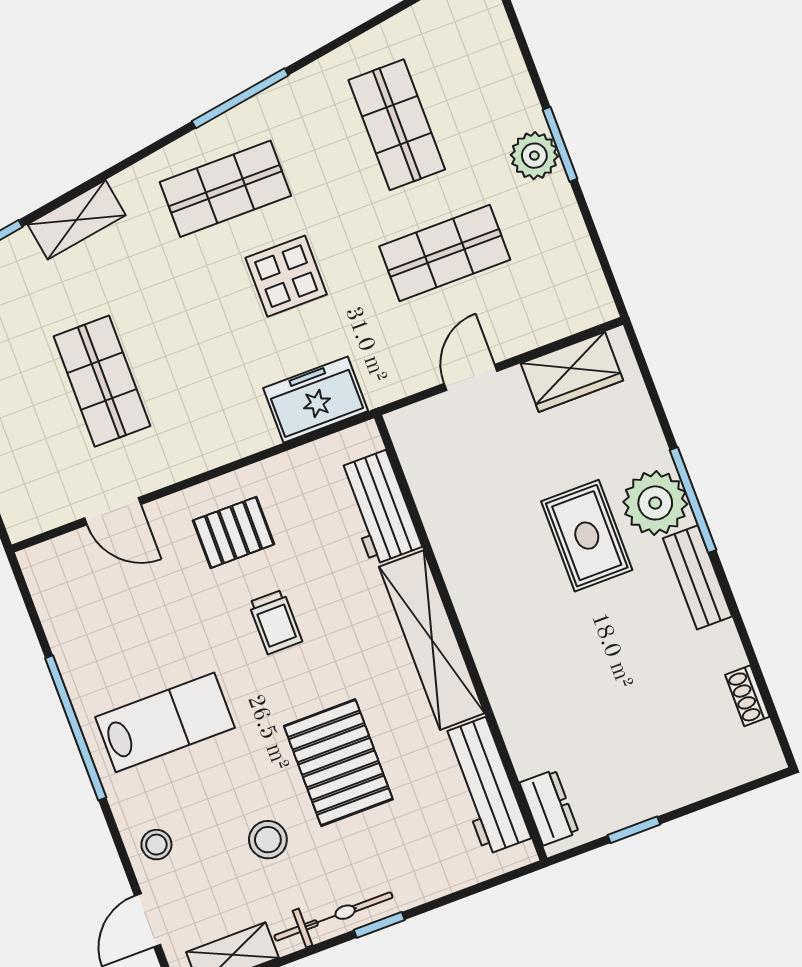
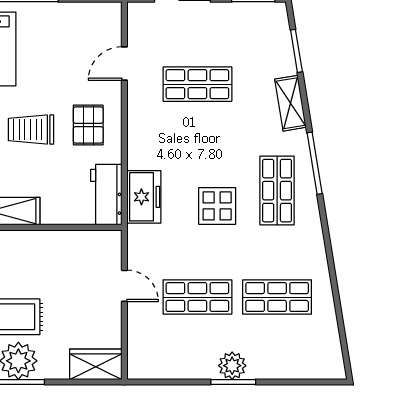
window: (240, 98) -> (315, 163), moved
shop shelf: (445, 253) -> (197, 297), turned 90
wardrobe: (572, 372) -> (96, 364), moved, turned 90
workbench: (379, 508) -> (106, 195), moved, turned -90
trolley: (275, 622) -> (31, 130), width x1.36, depth x1.39

